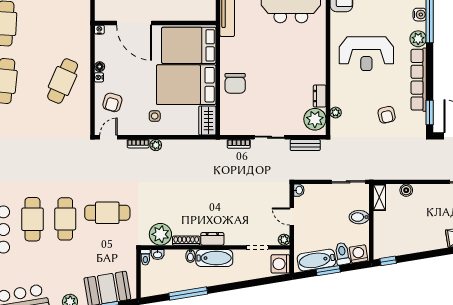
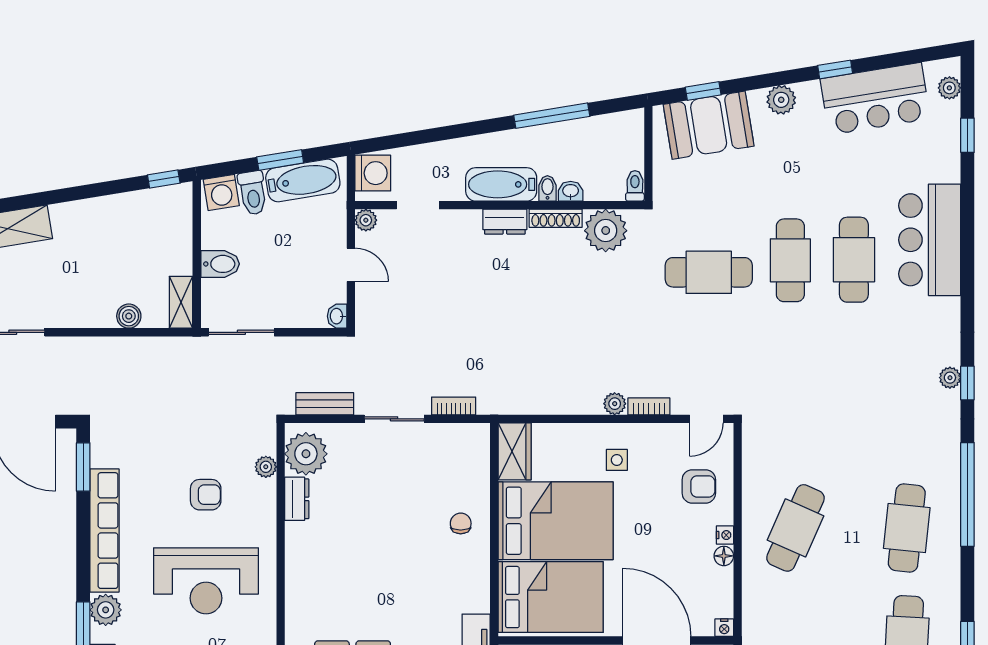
reception desk: (366, 54) -> (206, 581), turned 180
chair: (235, 83) -> (461, 523), width x0.54, depth x0.54
armchair: (112, 102) -> (699, 486), turned 74
armchair: (387, 115) -> (206, 495), moved, turned 103
washbasin: (158, 255) -> (571, 191), moved

